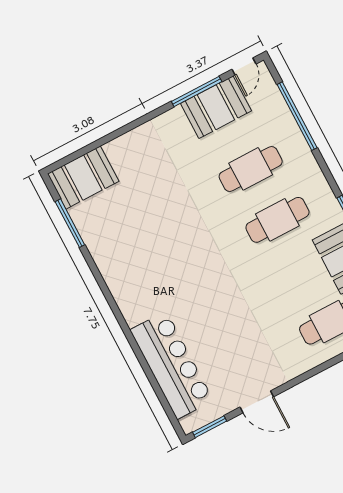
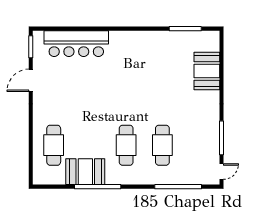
door: (244, 67) -> (221, 172), swing flipped
booth: (216, 107) -> (207, 144), removed
booth: (83, 177) -> (207, 71), moved

